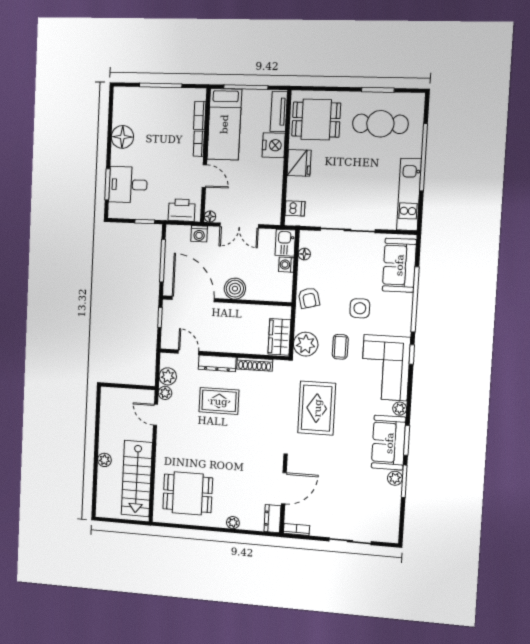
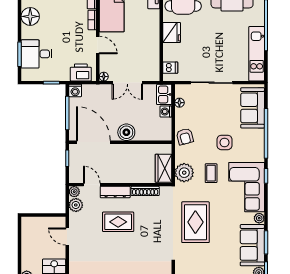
nightstand: (274, 145) -> (151, 19), removed
washing machine: (199, 234) -> (75, 90), moved
plant: (165, 393) -> (74, 192), moved

